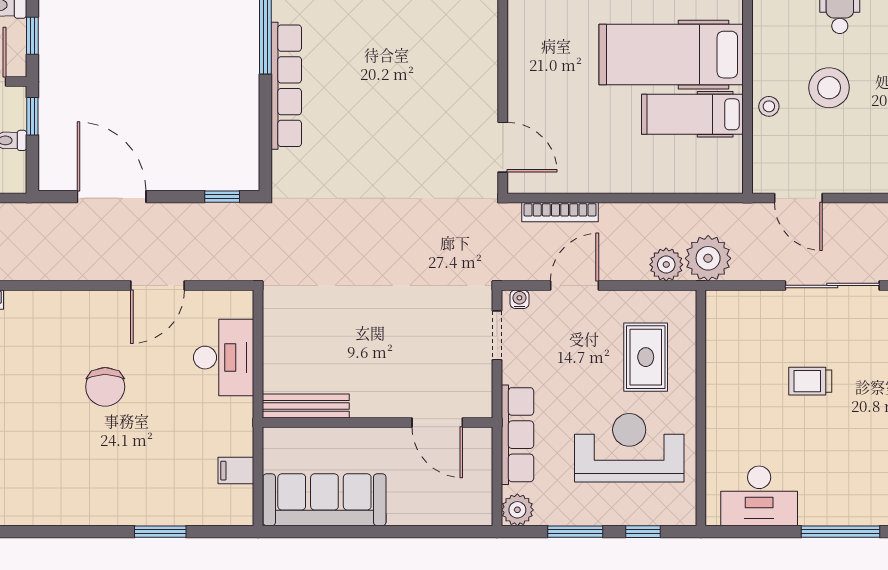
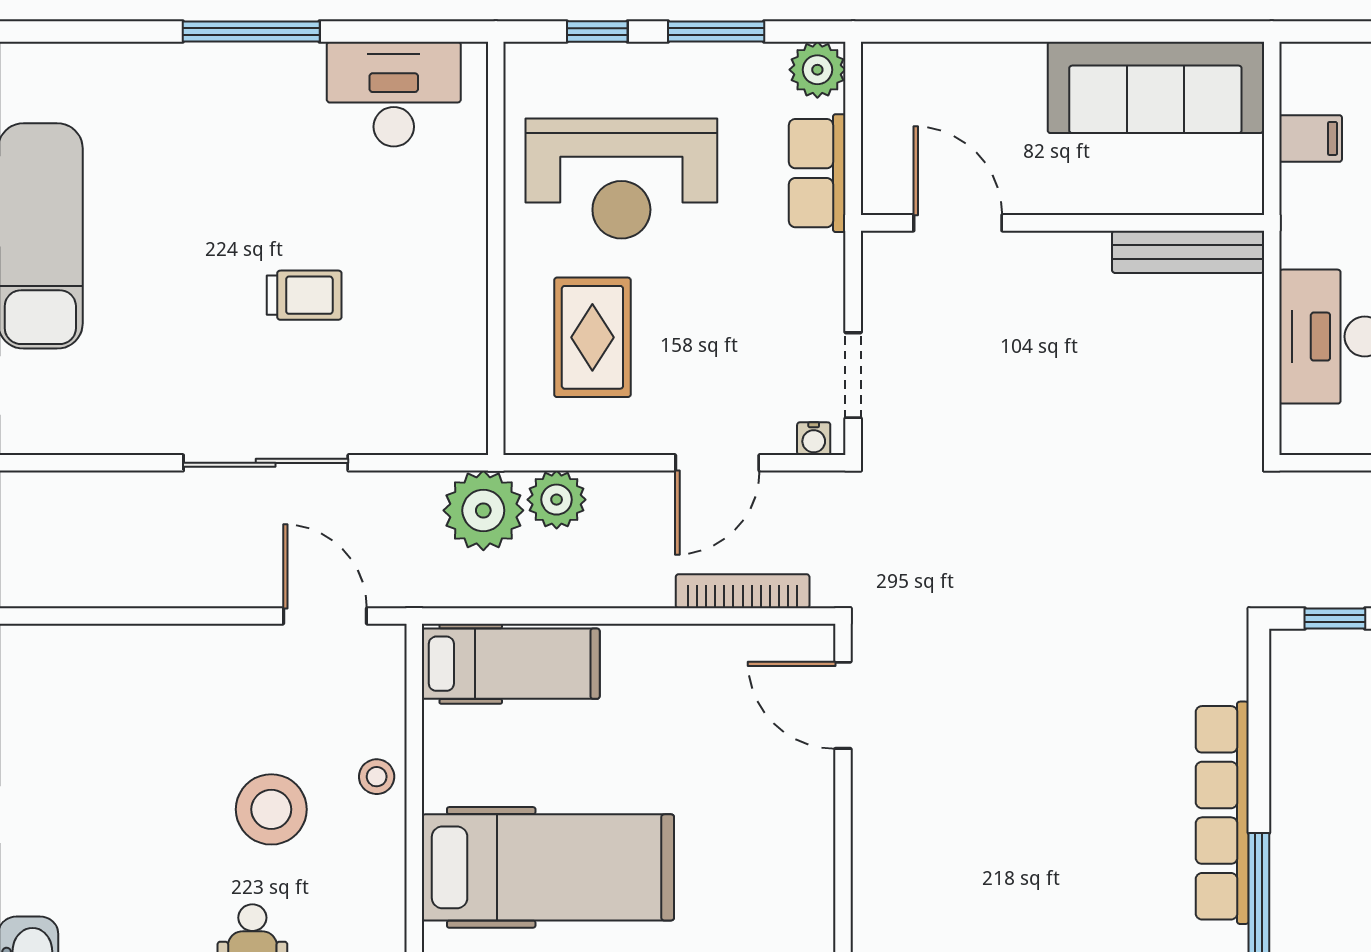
hospital bed: (692, 114) -> (511, 664), moved
row of seats: (517, 435) -> (817, 173), width x0.68

